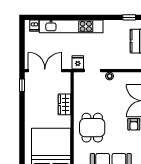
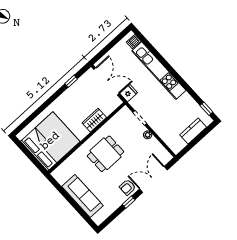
fridge: (78, 62) -> (129, 93), moved
window: (22, 85) -> (71, 81), moved
dining table: (92, 128) -> (105, 154), moved

